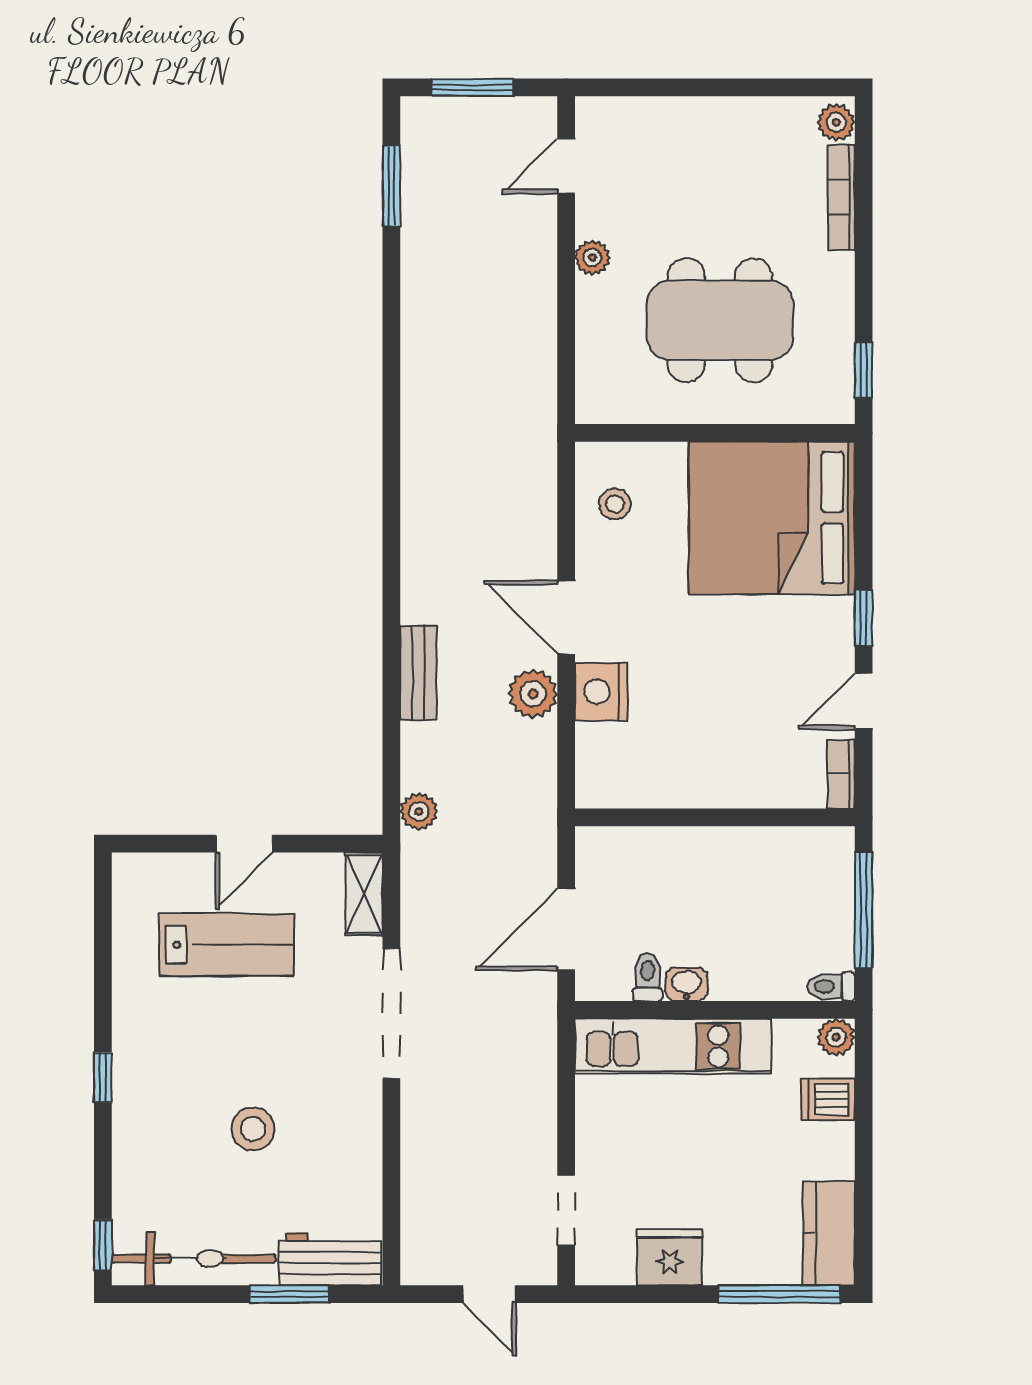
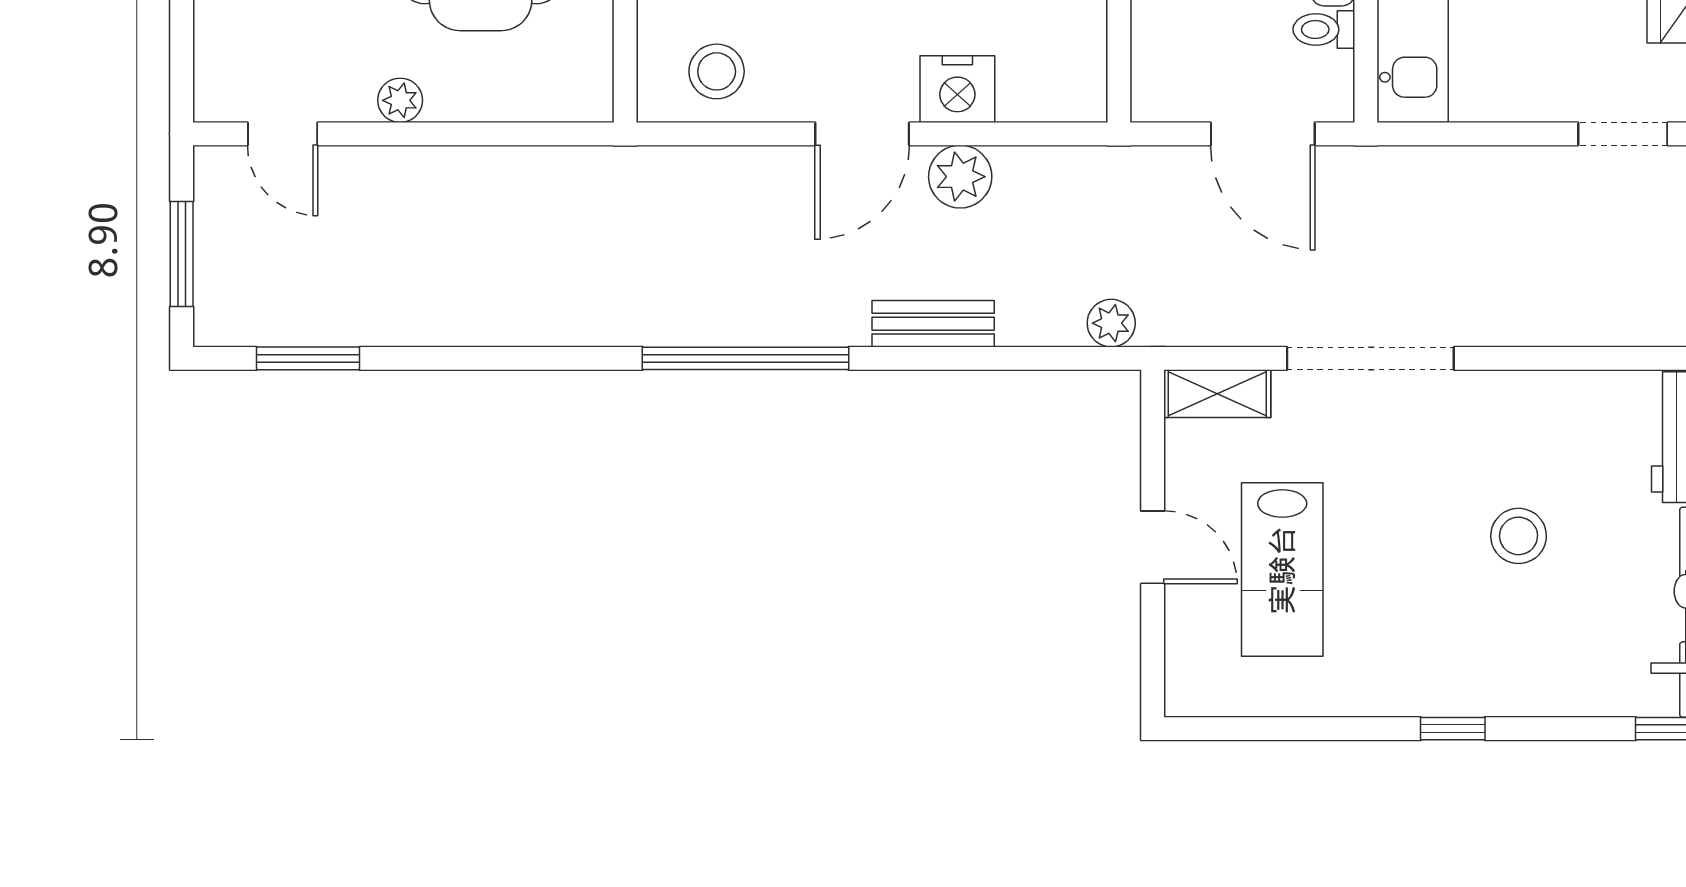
stool: (615, 504) -> (717, 71), width x1.37, depth x1.37
window: (391, 527) -> (746, 358), added
lab bench: (227, 945) -> (1282, 570), turned 180

